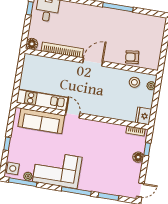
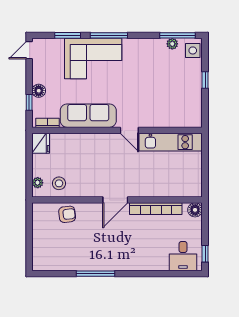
sofa: (41, 121) -> (88, 116), moved
corner sofa: (57, 169) -> (93, 59), moved

